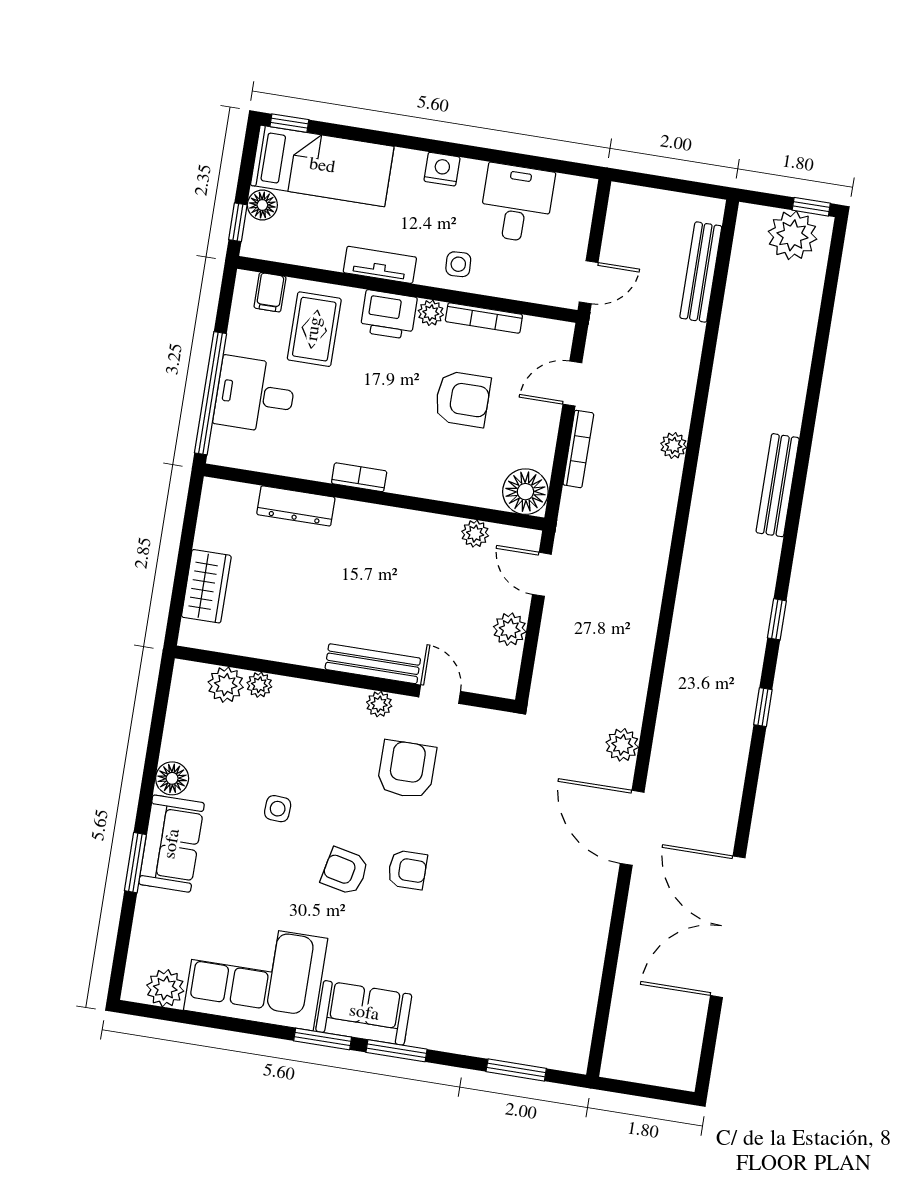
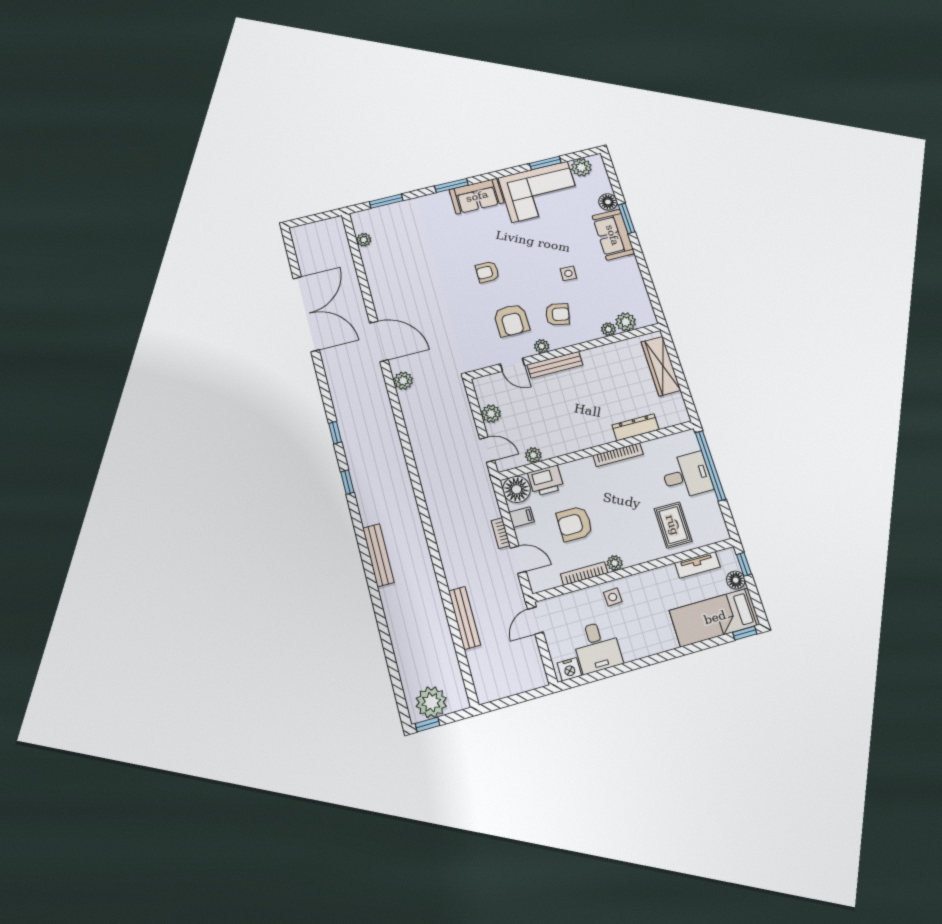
nightstand: (442, 169) -> (569, 669), moved
tv unit: (380, 265) -> (697, 565), moved
bench: (701, 272) -> (465, 618), moved
filing cabinet: (270, 292) -> (522, 517), moved, turned 90
printer: (389, 315) -> (546, 481), moved, turned 180
door: (572, 384) -> (518, 560), hinge flipped
plant: (674, 445) -> (364, 240), moved
bookcase: (578, 449) -> (501, 533), width x0.64
bookcase: (359, 477) -> (618, 455), width x1.56
wardrobe: (206, 586) -> (661, 366), width x1.50
floor lamp: (172, 778) -> (608, 202), moved
armchair: (345, 871) -> (557, 314), moved
window: (323, 1039) -> (545, 163), moved

